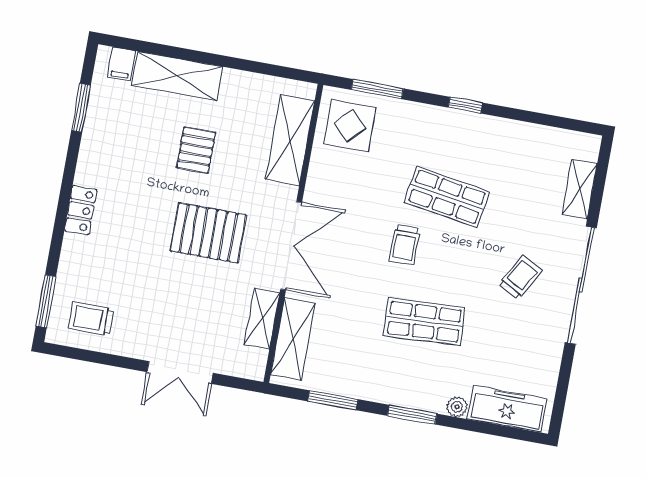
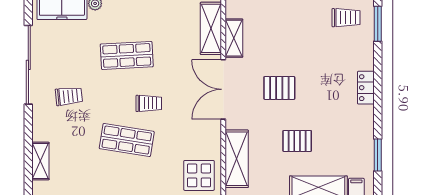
pallet: (196, 150) -> (297, 141), turned 90
pallet: (208, 233) -> (279, 88), width x0.67, depth x0.71
trolley: (405, 245) -> (149, 103), turned 90
trolley: (520, 277) -> (69, 96), turned -126
sliding door: (581, 285) -> (28, 65), moved

